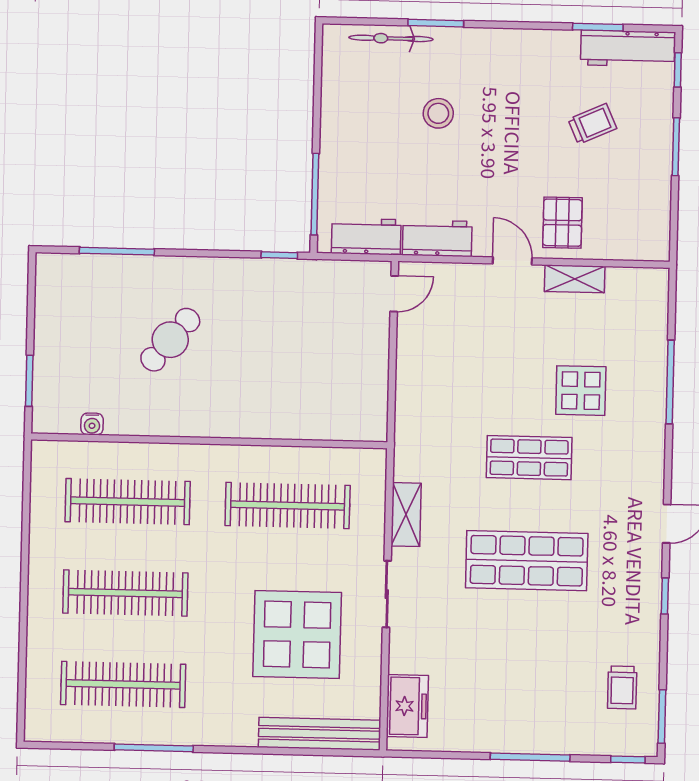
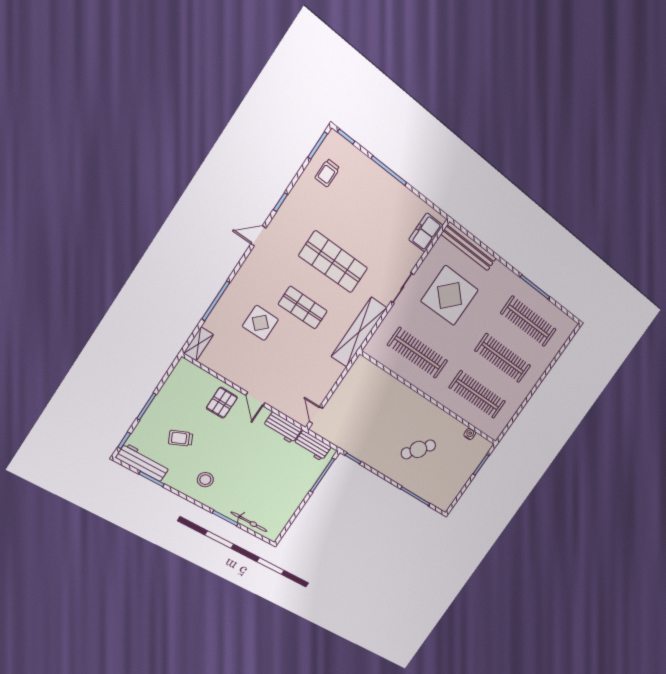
stool: (438, 113) -> (205, 480), moved
shelving: (575, 279) -> (199, 344), moved, turned 90
door: (394, 294) -> (316, 415), hinge flipped
shelving: (406, 515) -> (359, 332), width x2.20, depth x1.33
trolley: (622, 687) -> (327, 173), turned 180

